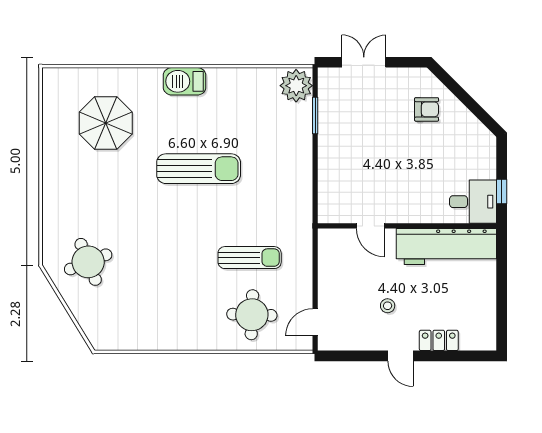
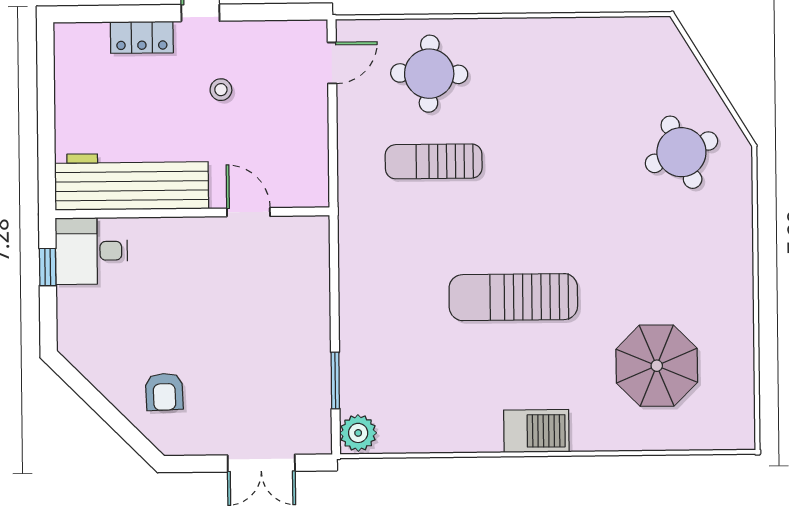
plant: (296, 86) -> (358, 433), width x0.73, depth x0.73
armchair: (427, 109) -> (164, 392), turned -92

